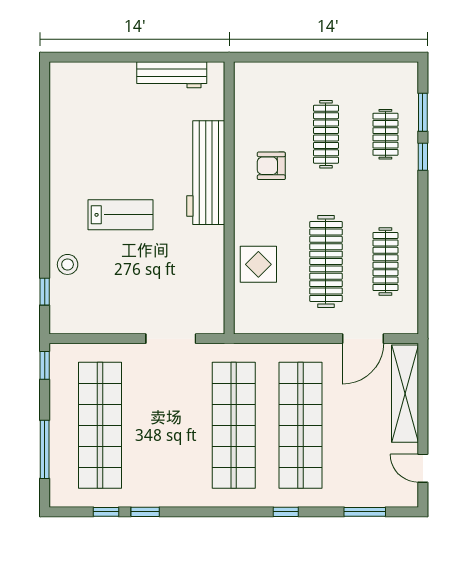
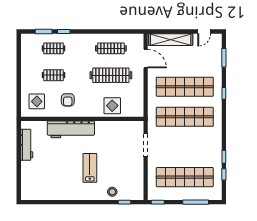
display table: (268, 97) -> (37, 101), added
clothes rail: (326, 134) -> (54, 75), width x0.73

